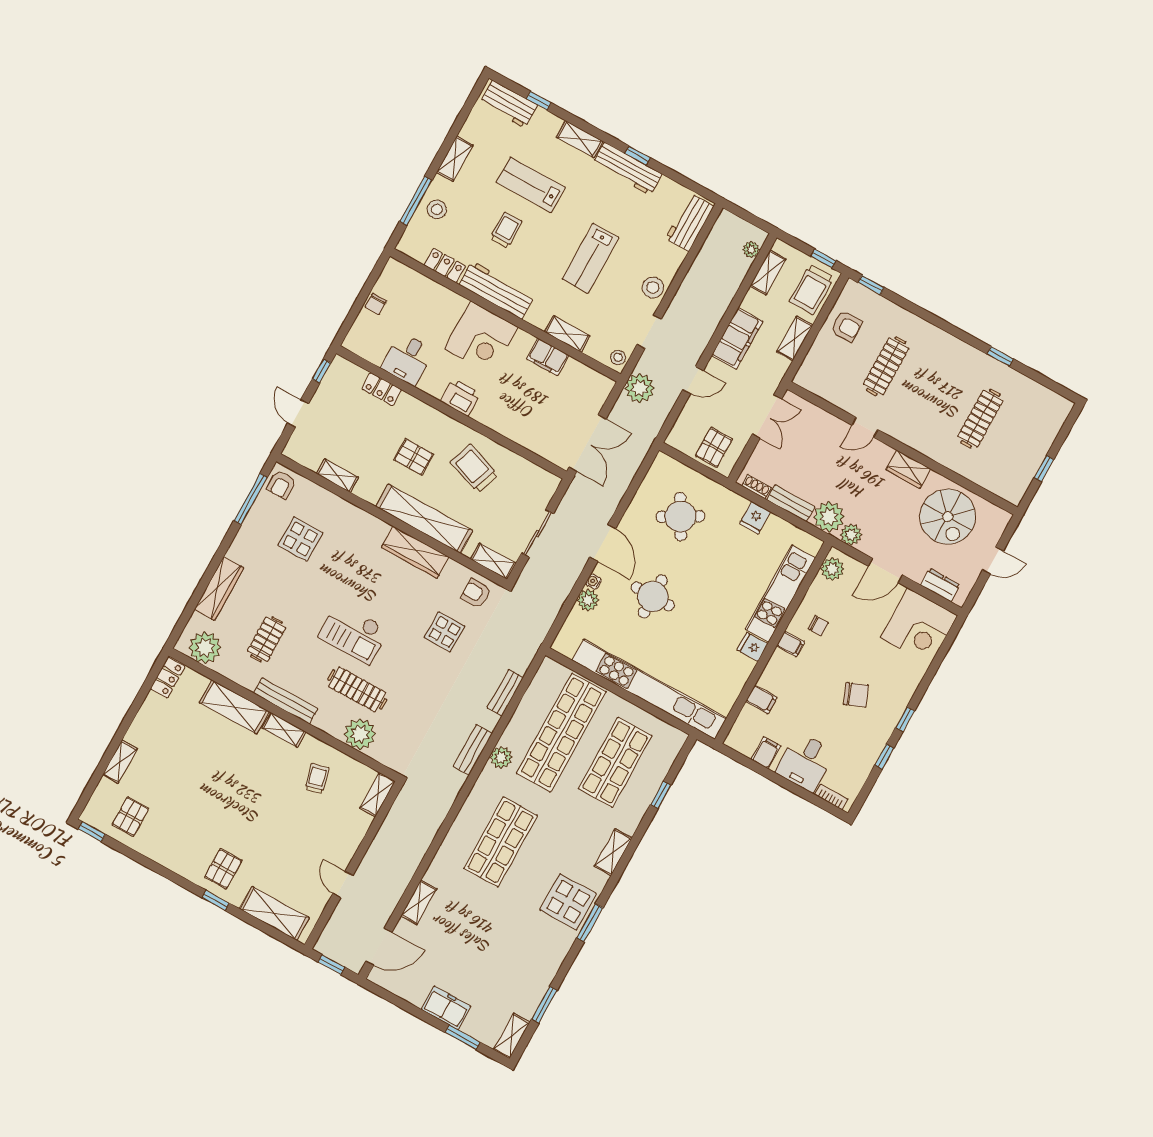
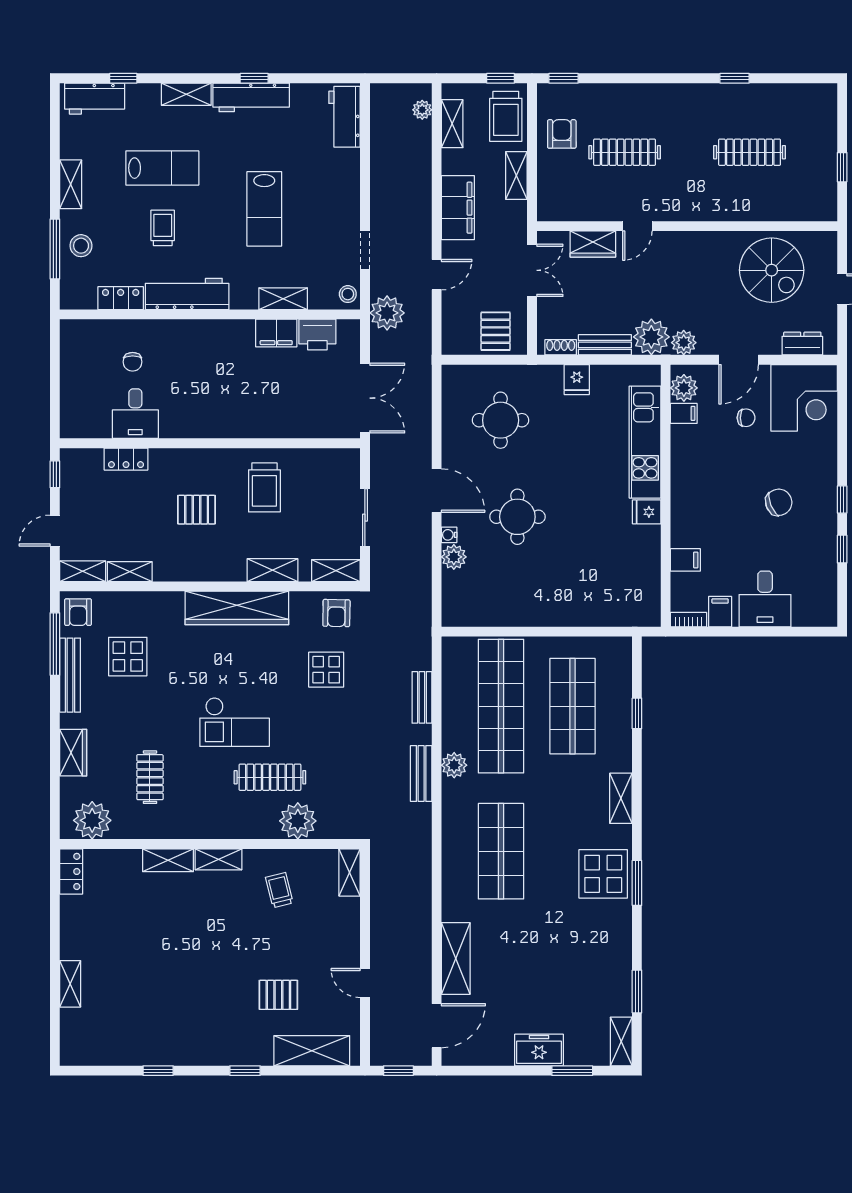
lab bench: (531, 185) -> (162, 168), turned 180
stool: (653, 287) -> (344, 203), removed
chair: (376, 304) -> (133, 362), moved
armchair: (846, 326) -> (562, 134), turned -90
corner desk: (481, 338) -> (198, 351), removed
clothes rail: (886, 366) -> (625, 152), turned 90
printer: (460, 397) -> (317, 335), moved, turned 180
door: (298, 413) -> (55, 531), hinge flipped
clothes rail: (980, 418) -> (750, 152), turned 90
shelving: (302, 456) -> (83, 571), added
trolley: (474, 469) -> (264, 487), turned -109
wardrobe: (908, 469) -> (593, 244), moved
round table: (680, 517) -> (501, 420), turned 30
shelving: (424, 519) -> (272, 570), width x0.45, depth x0.75
wardrobe: (415, 552) -> (237, 608), width x1.40, depth x1.17
wardrobe: (219, 589) -> (73, 753), width x0.67
armchair: (476, 593) -> (336, 613), turned -89
chair: (818, 626) -> (746, 418), moved
filing cabinet: (790, 644) -> (684, 413), moved
kitchen unit: (649, 689) -> (566, 613), removed
bench: (286, 701) -> (70, 675), moved, turned 90
shelving: (234, 707) -> (168, 860), width x0.67, depth x0.75
bookcase: (831, 797) -> (689, 620), moved
pallet: (131, 817) -> (112, 1033), removed
window: (92, 832) -> (158, 1071), moved
pallet: (223, 869) -> (278, 995), moved, turned 90
shelving: (419, 902) -> (456, 958), width x1.50, depth x1.33

